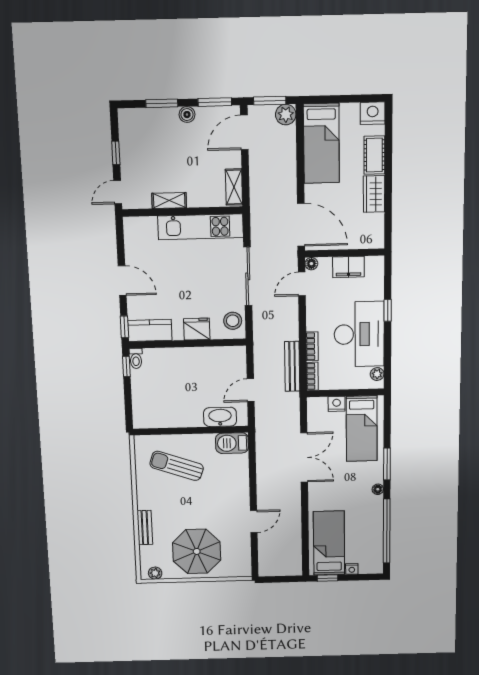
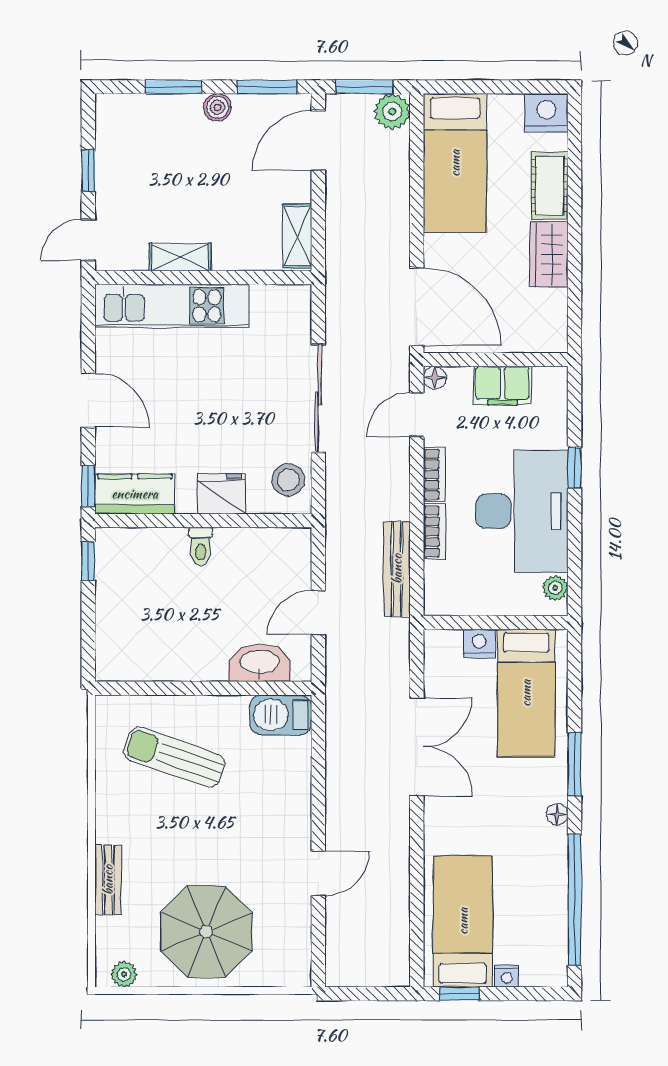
kitchen unit: (201, 227) -> (172, 306), moved
toilet: (136, 358) -> (201, 546), moved
bookcase: (312, 376) -> (434, 474), moved

